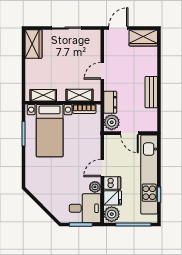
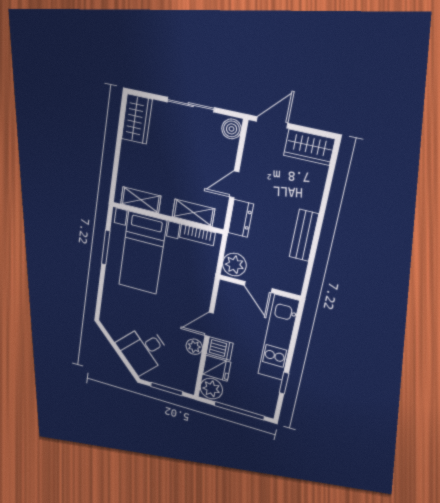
boiler: (95, 37) -> (232, 129), added
dresser: (110, 102) -> (241, 218), moved
kitchen unit: (149, 174) -> (278, 338), width x0.73
desk: (85, 208) -> (144, 350), moved, turned 135

